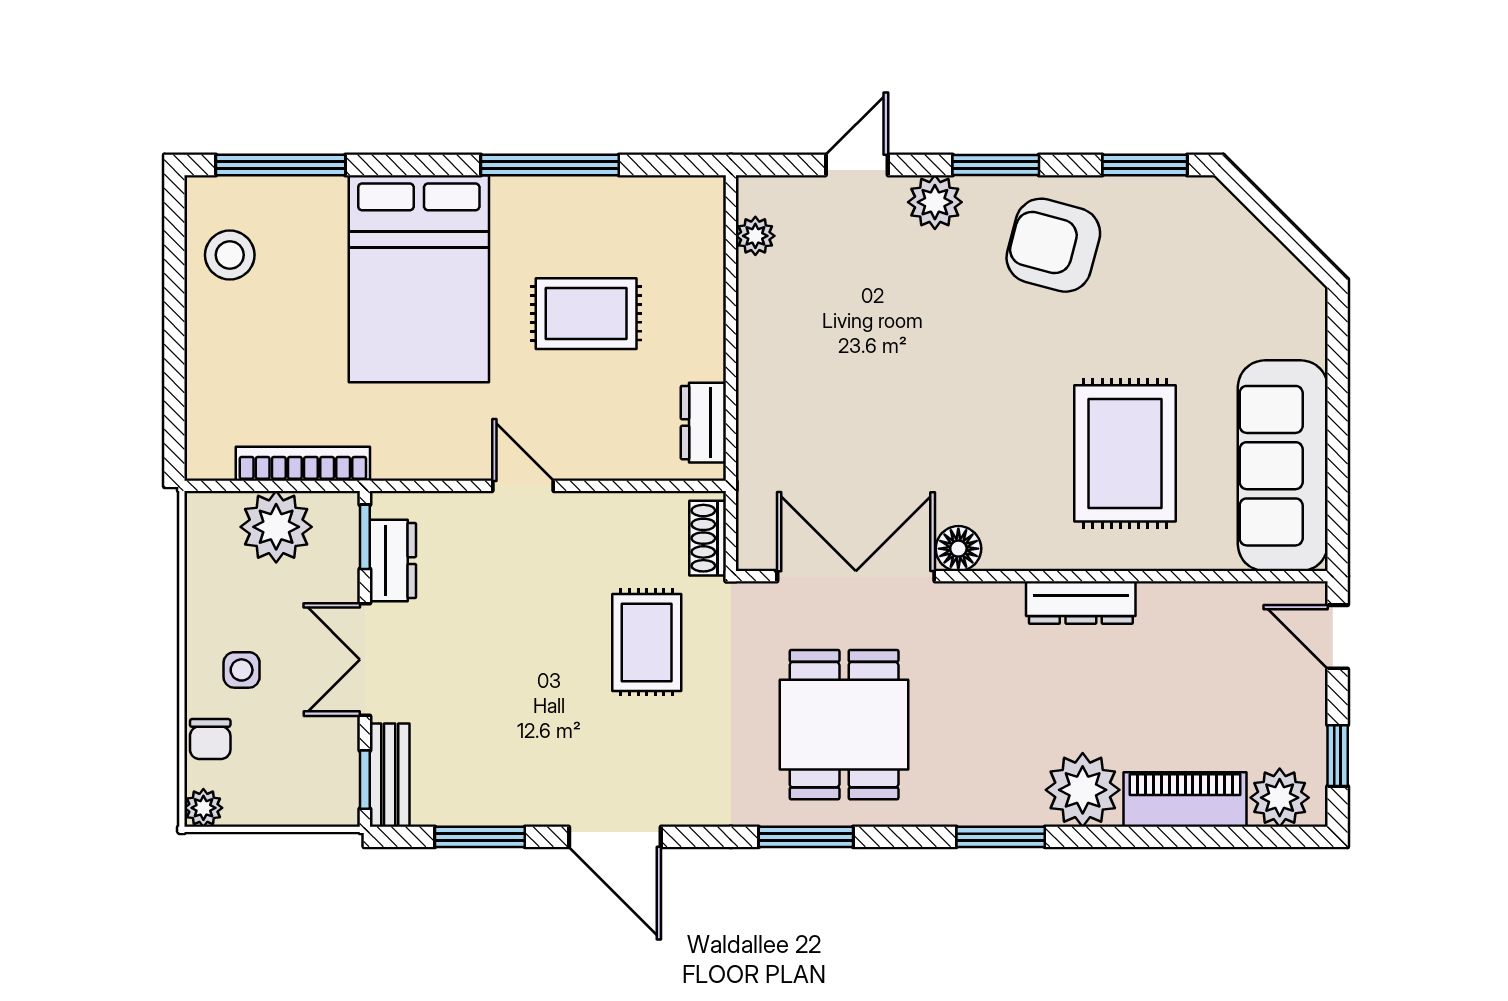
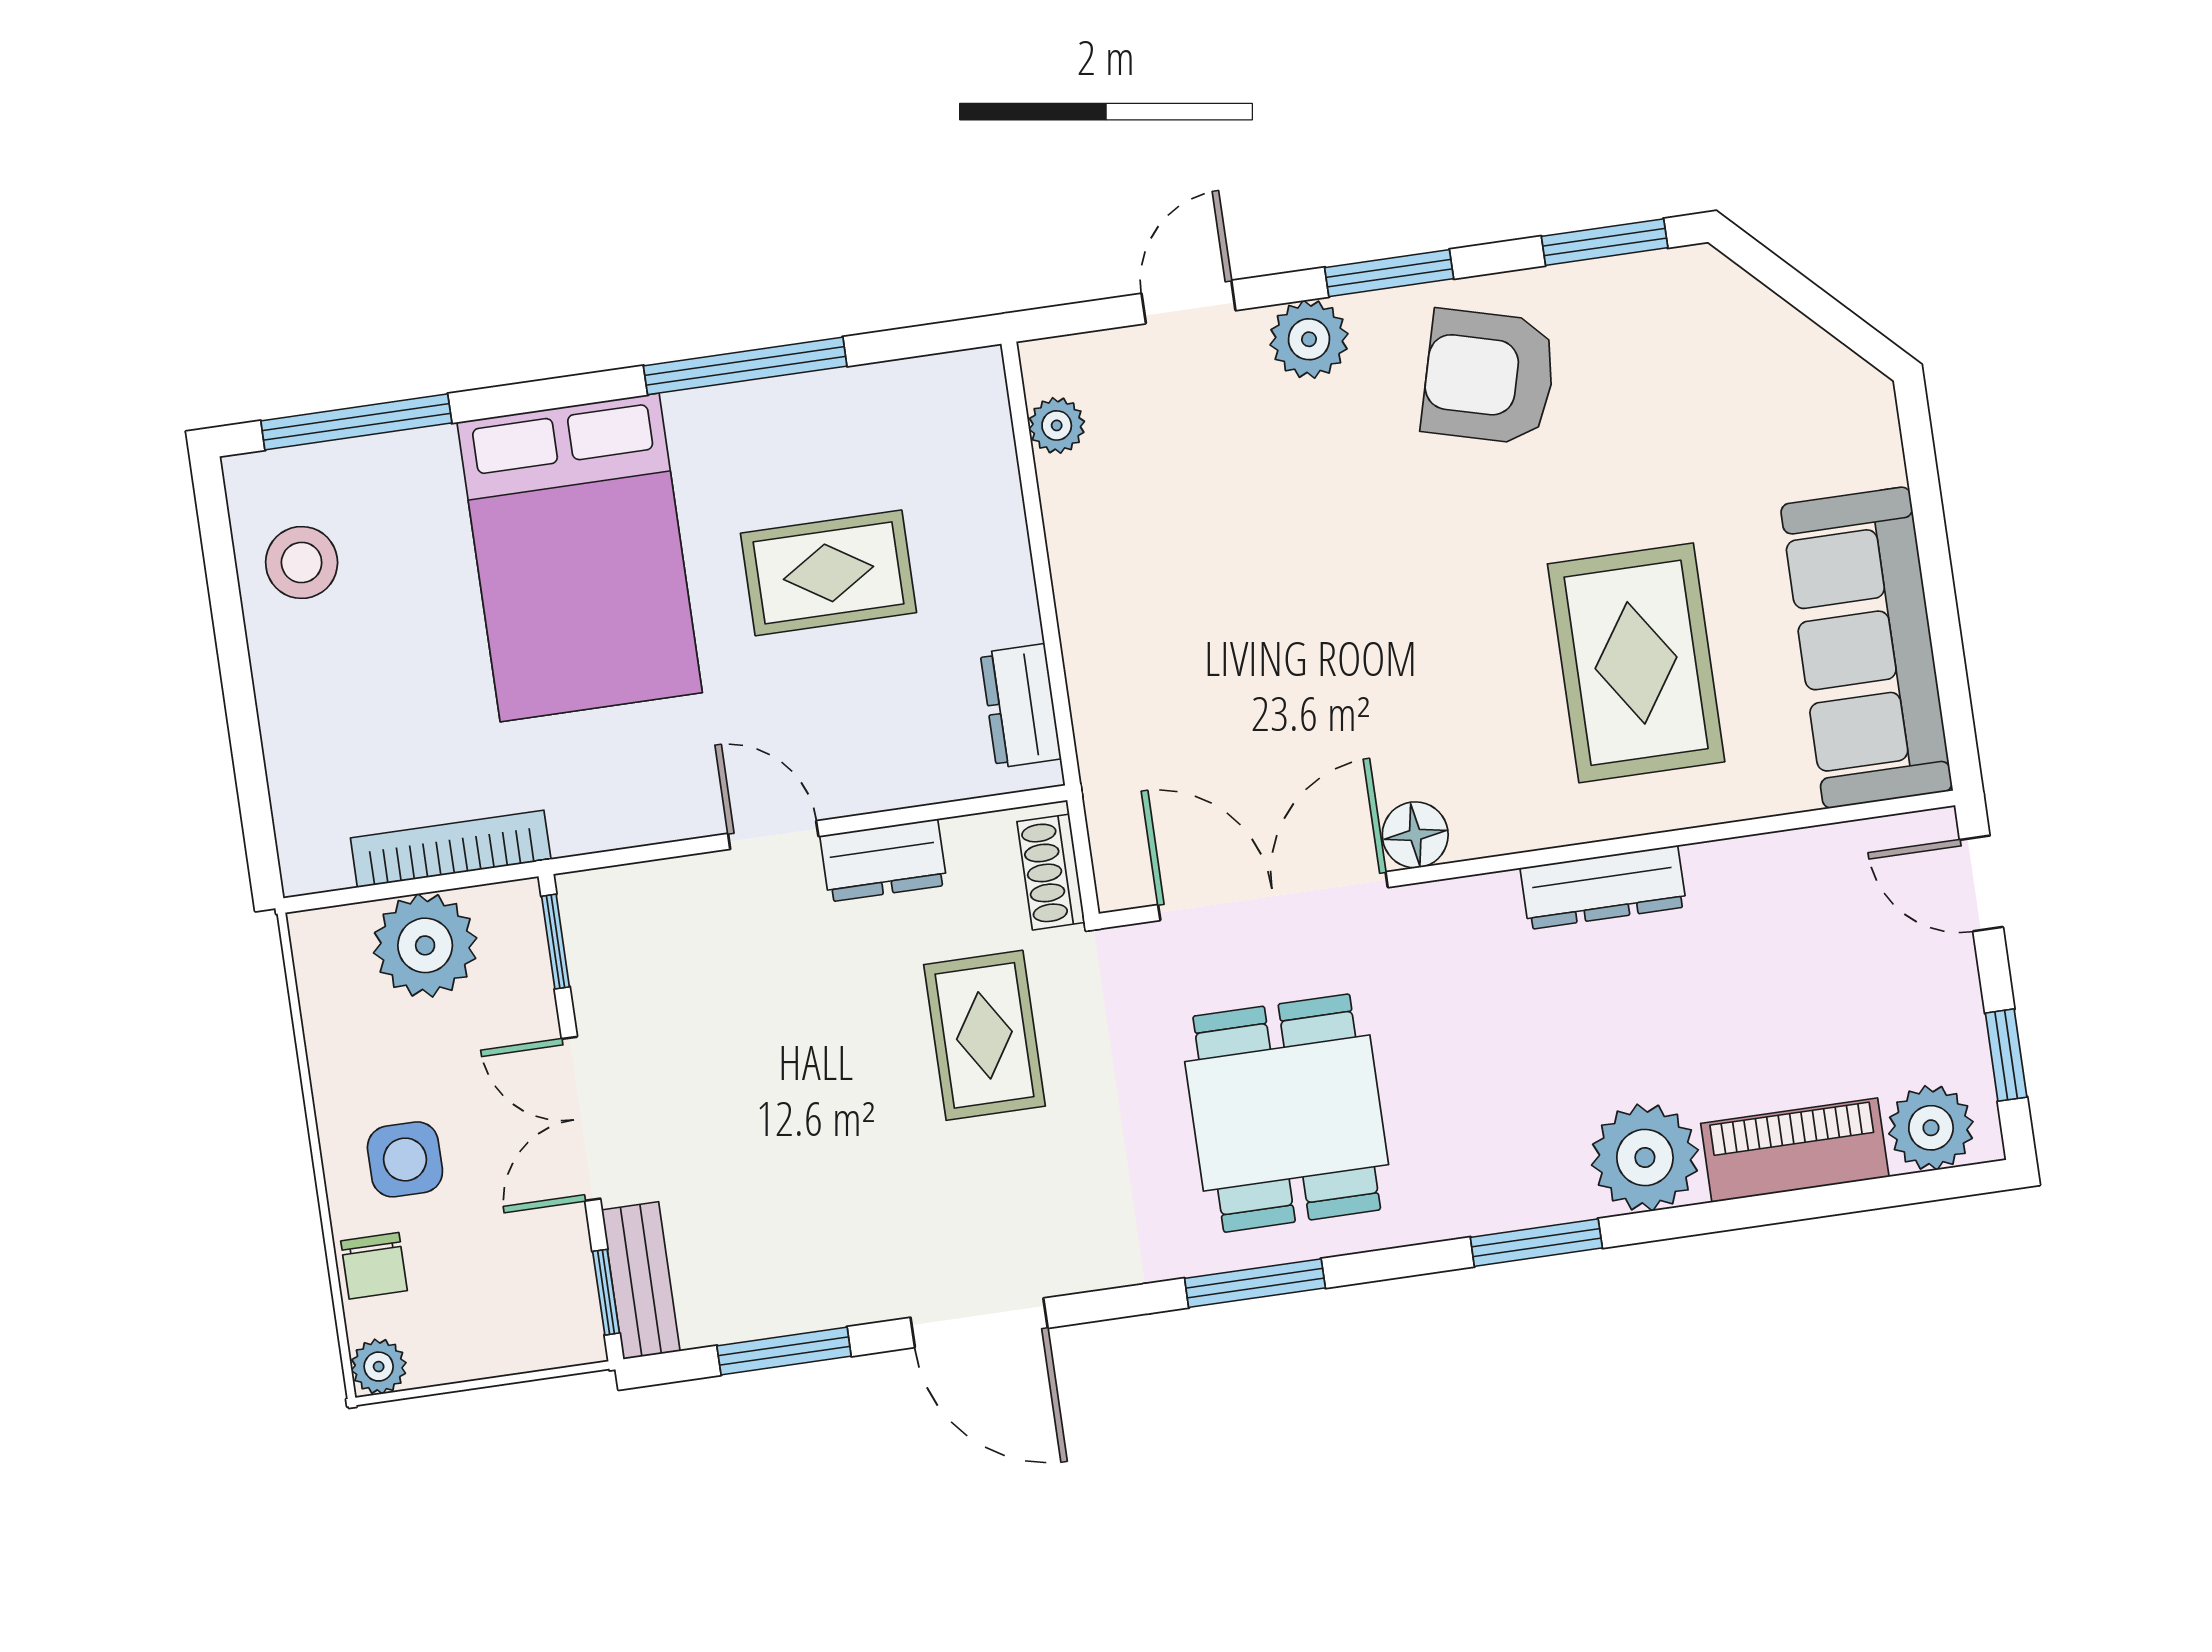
dresser: (393, 561) -> (883, 860), moved, turned 90
side table: (242, 670) -> (405, 1159), width x1.37, depth x1.37

